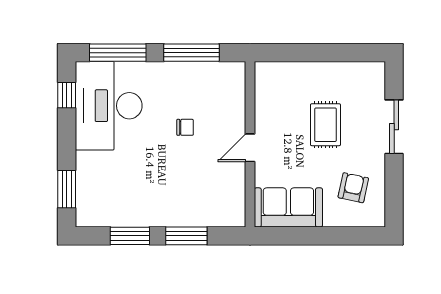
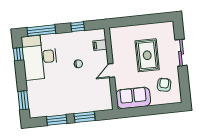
window: (192, 53) -> (78, 27), width x0.46
filing cabinet: (232, 94) -> (100, 45), added
rug: (325, 125) -> (147, 55), width x1.36, depth x1.43

